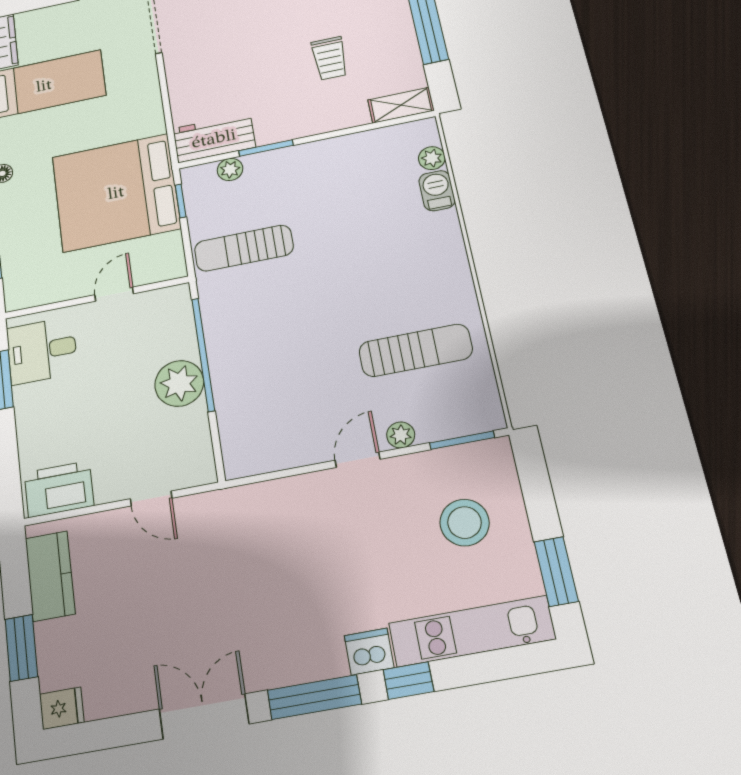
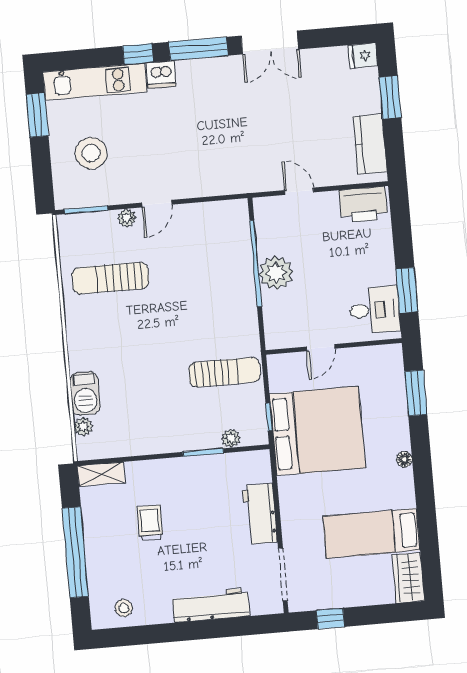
workbench: (214, 138) -> (260, 514), moved, turned 90
barbecue: (437, 191) -> (85, 394), width x1.38, depth x1.27
window: (203, 354) -> (256, 264), moved

